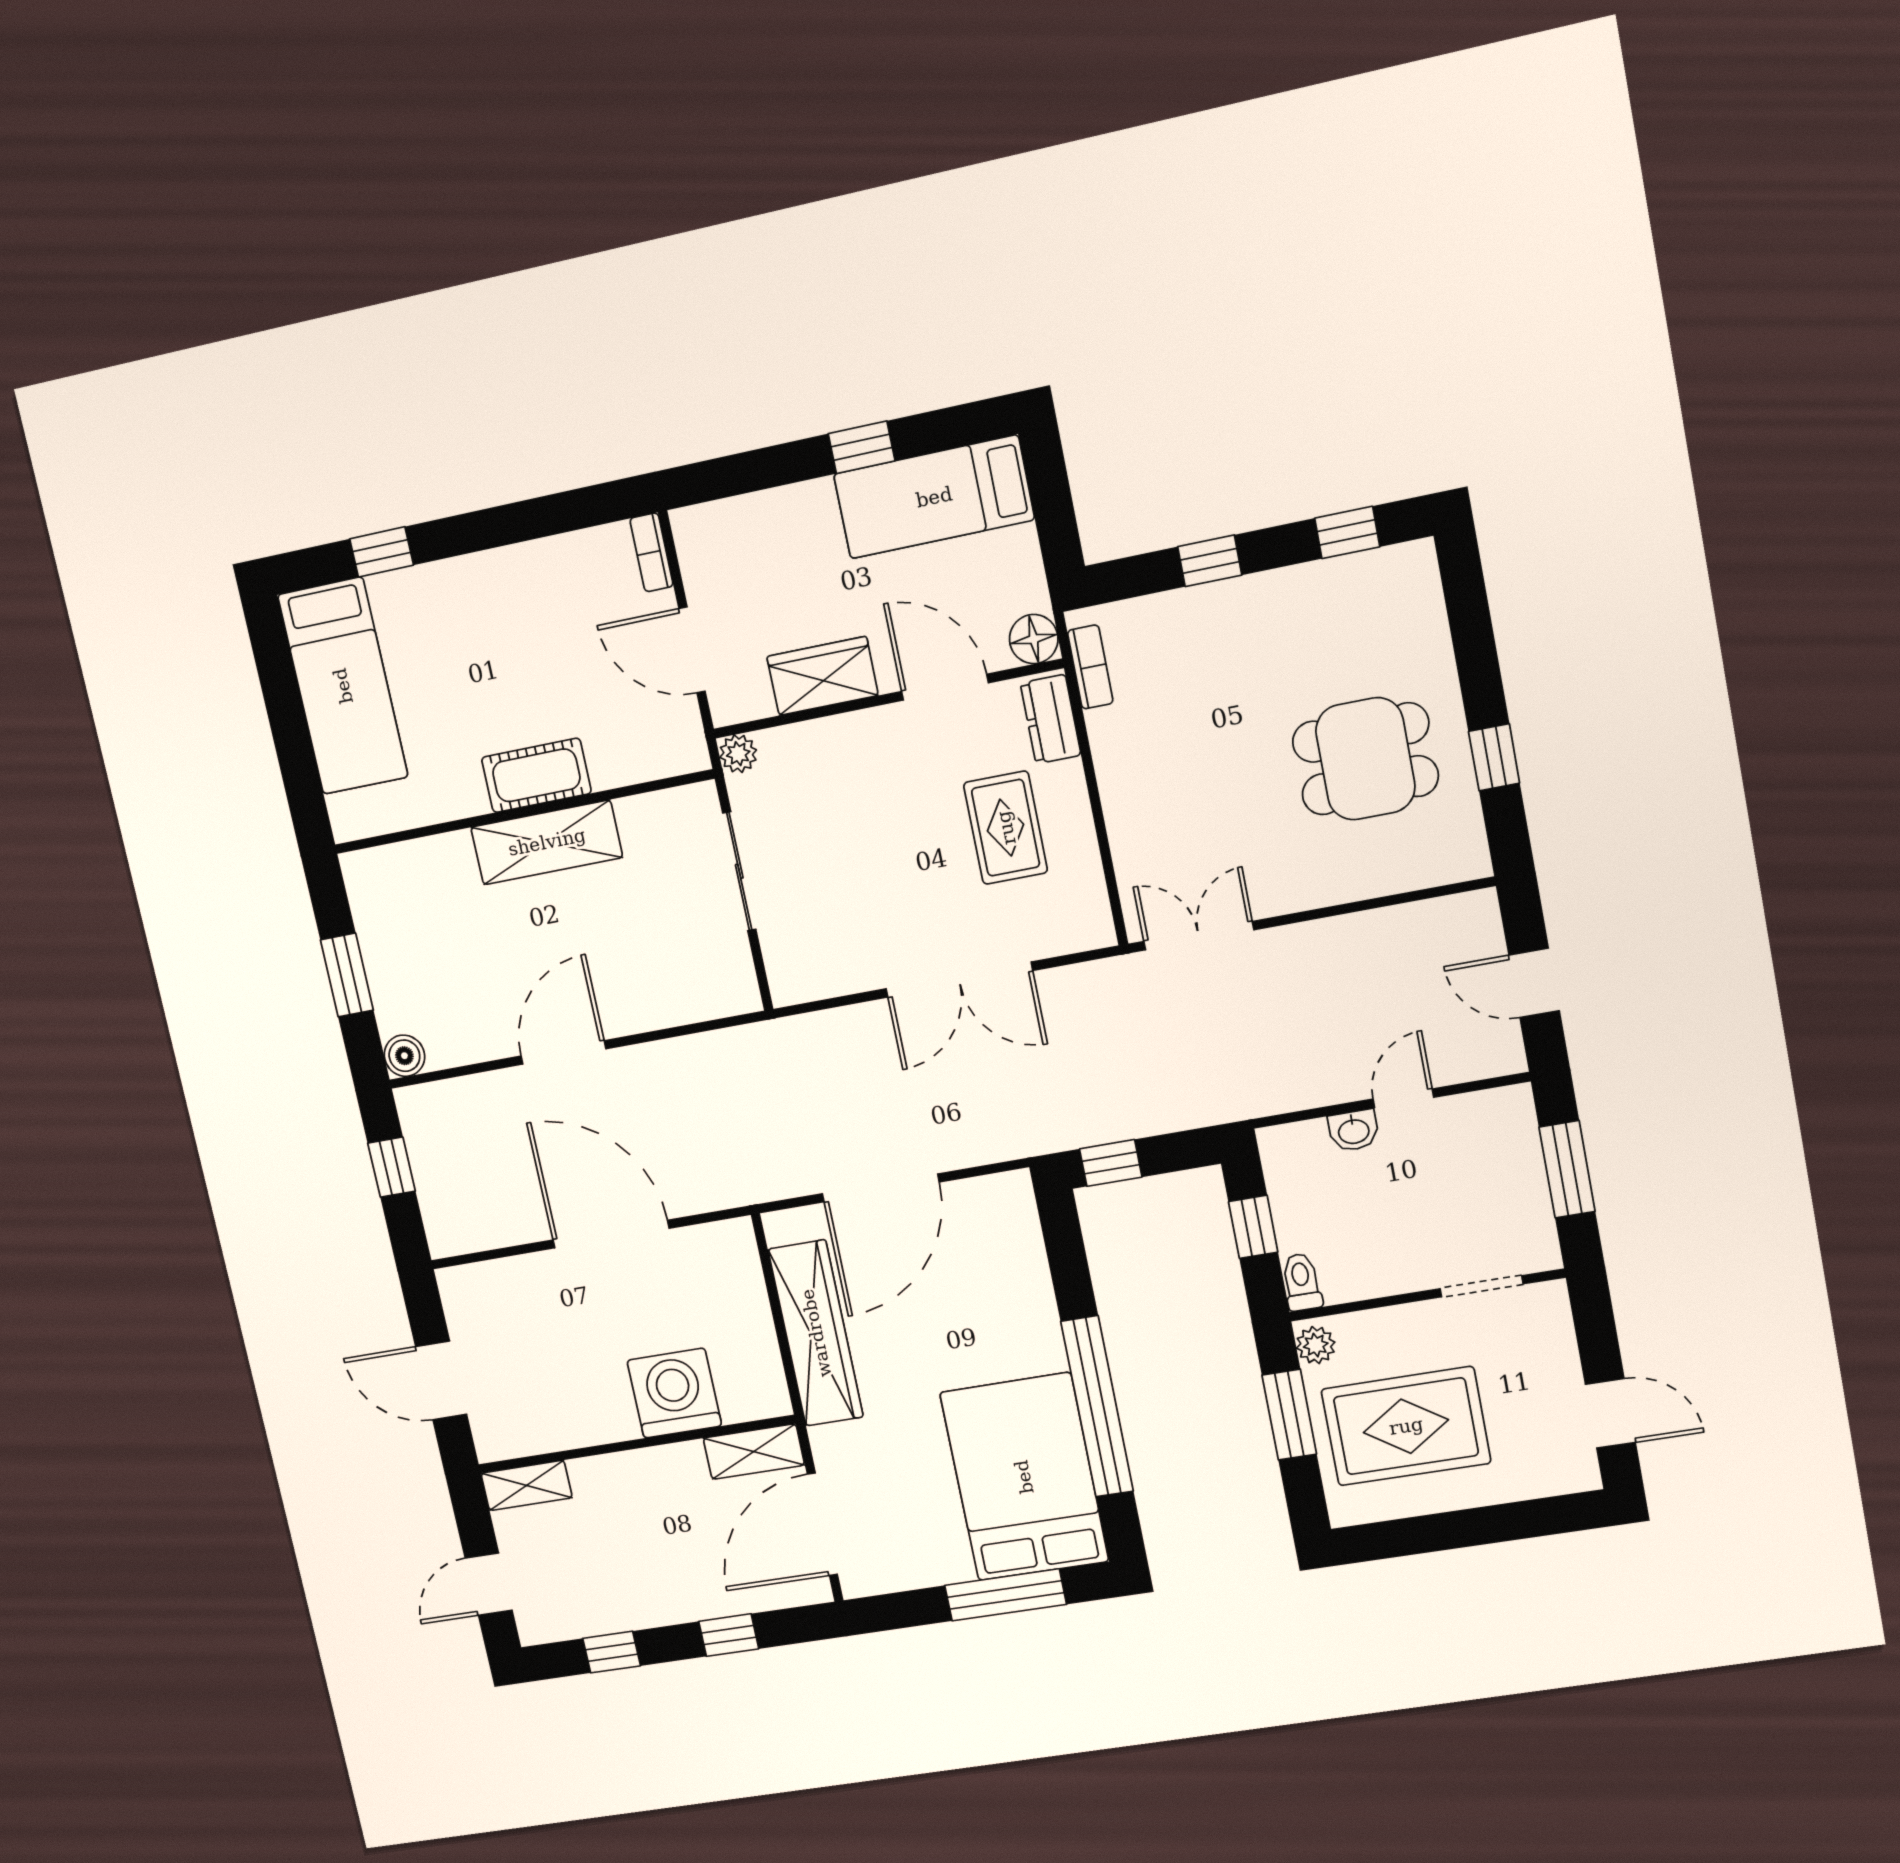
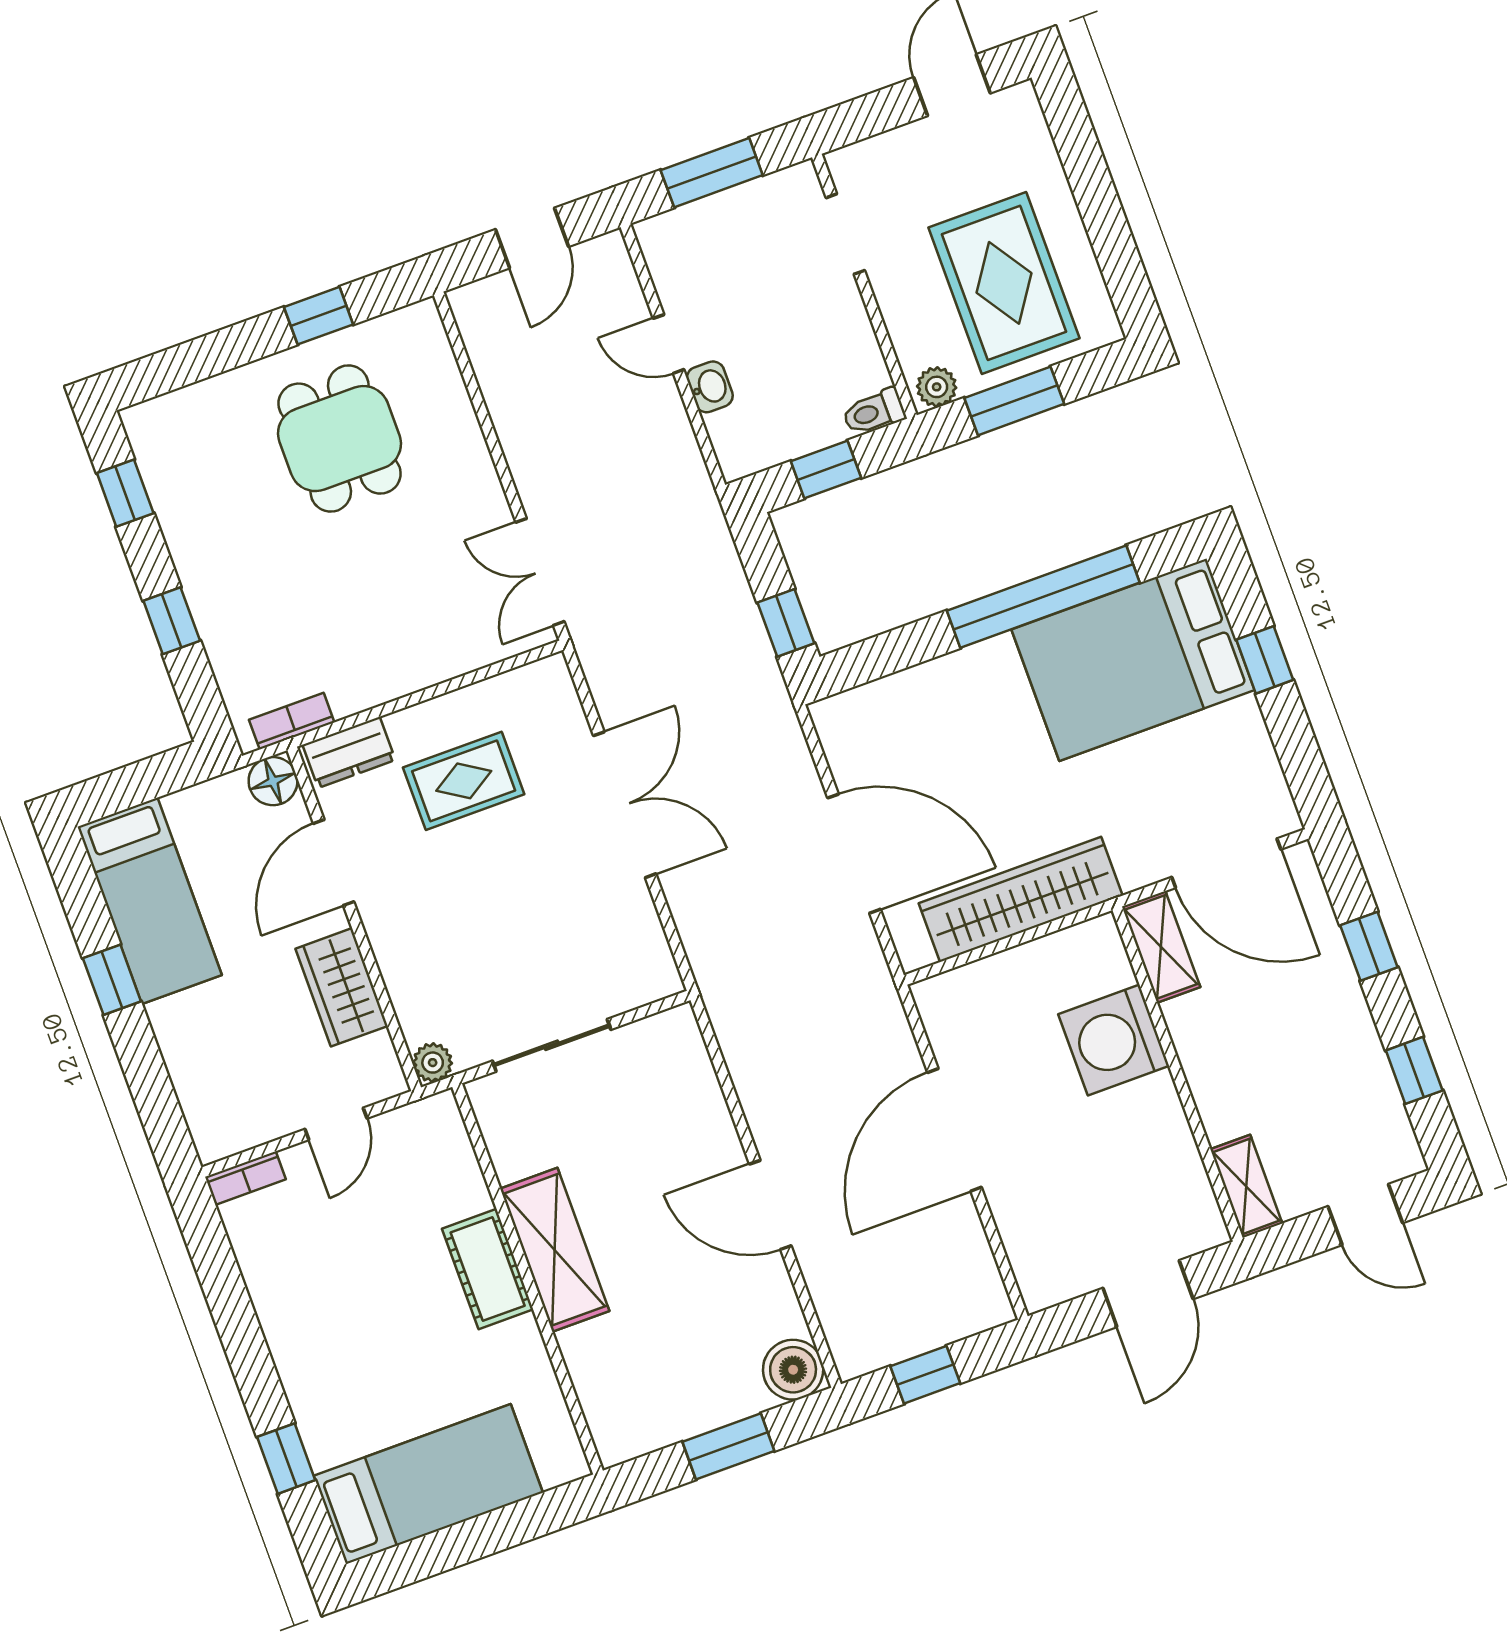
door: (692, 650) -> (336, 1124), width x0.73
boiler: (404, 1056) -> (793, 1370), width x1.36, depth x1.36
window: (1006, 1595) -> (1265, 660), width x0.46

